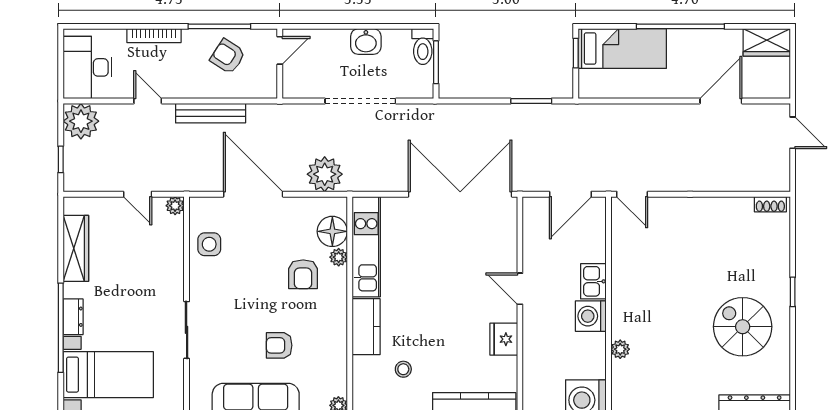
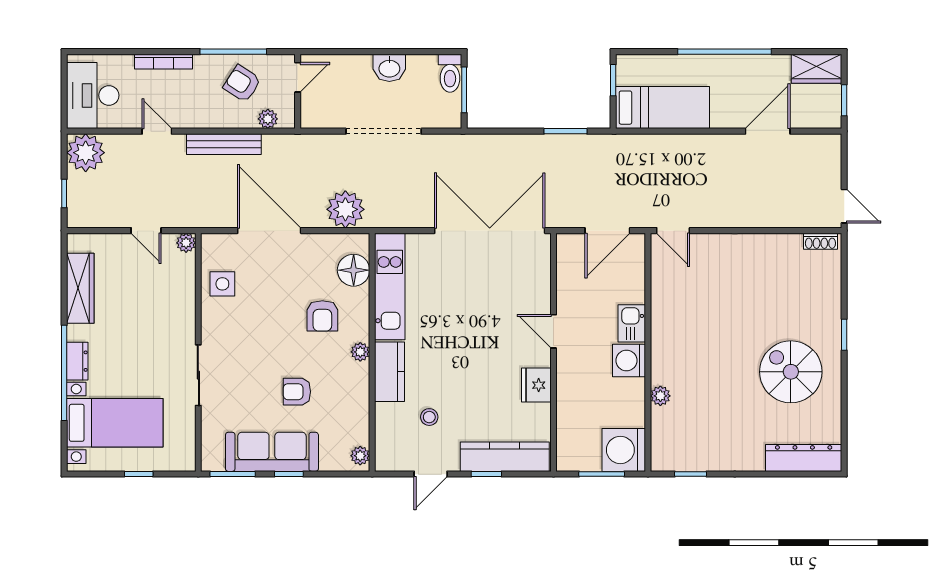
bed: (622, 49) -> (663, 108), moved
window: (793, 72) -> (844, 100), added
plant: (252, 89) -> (268, 119), added
door: (793, 133) -> (844, 206), moved
plant: (339, 257) -> (360, 352), moved

